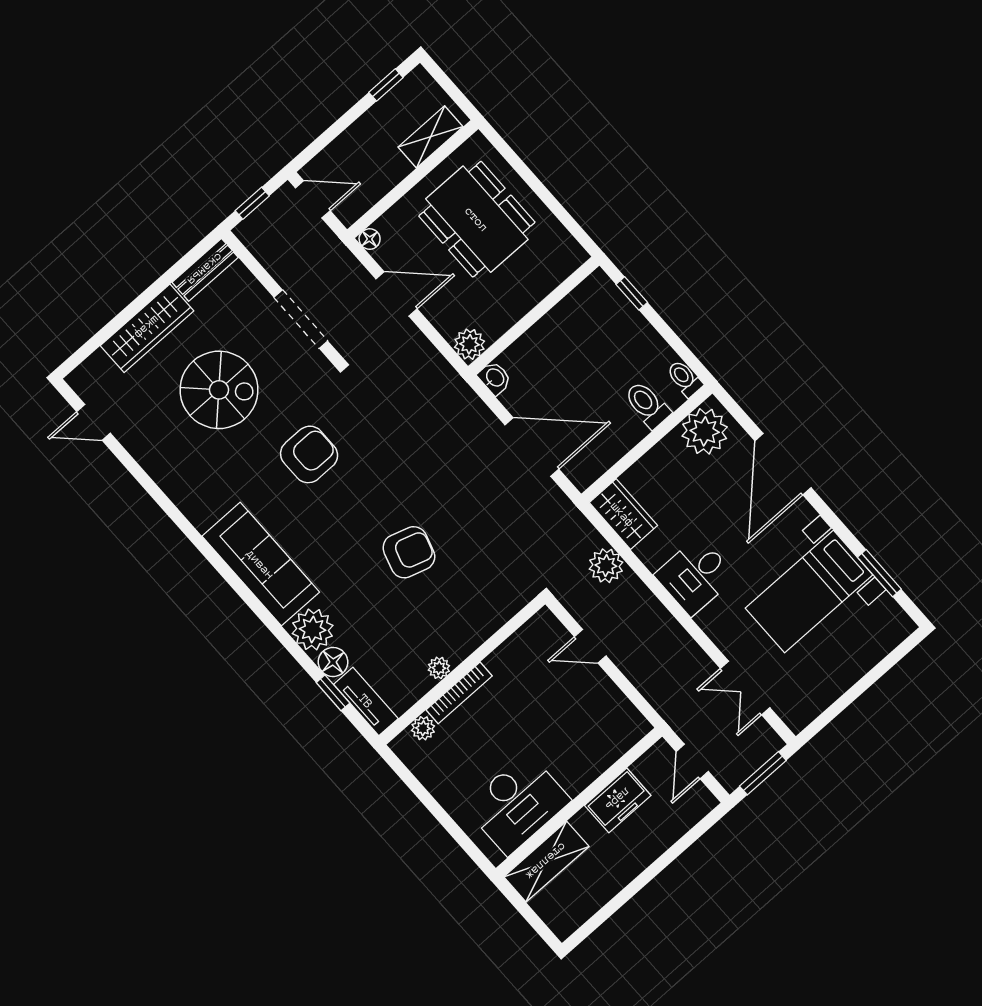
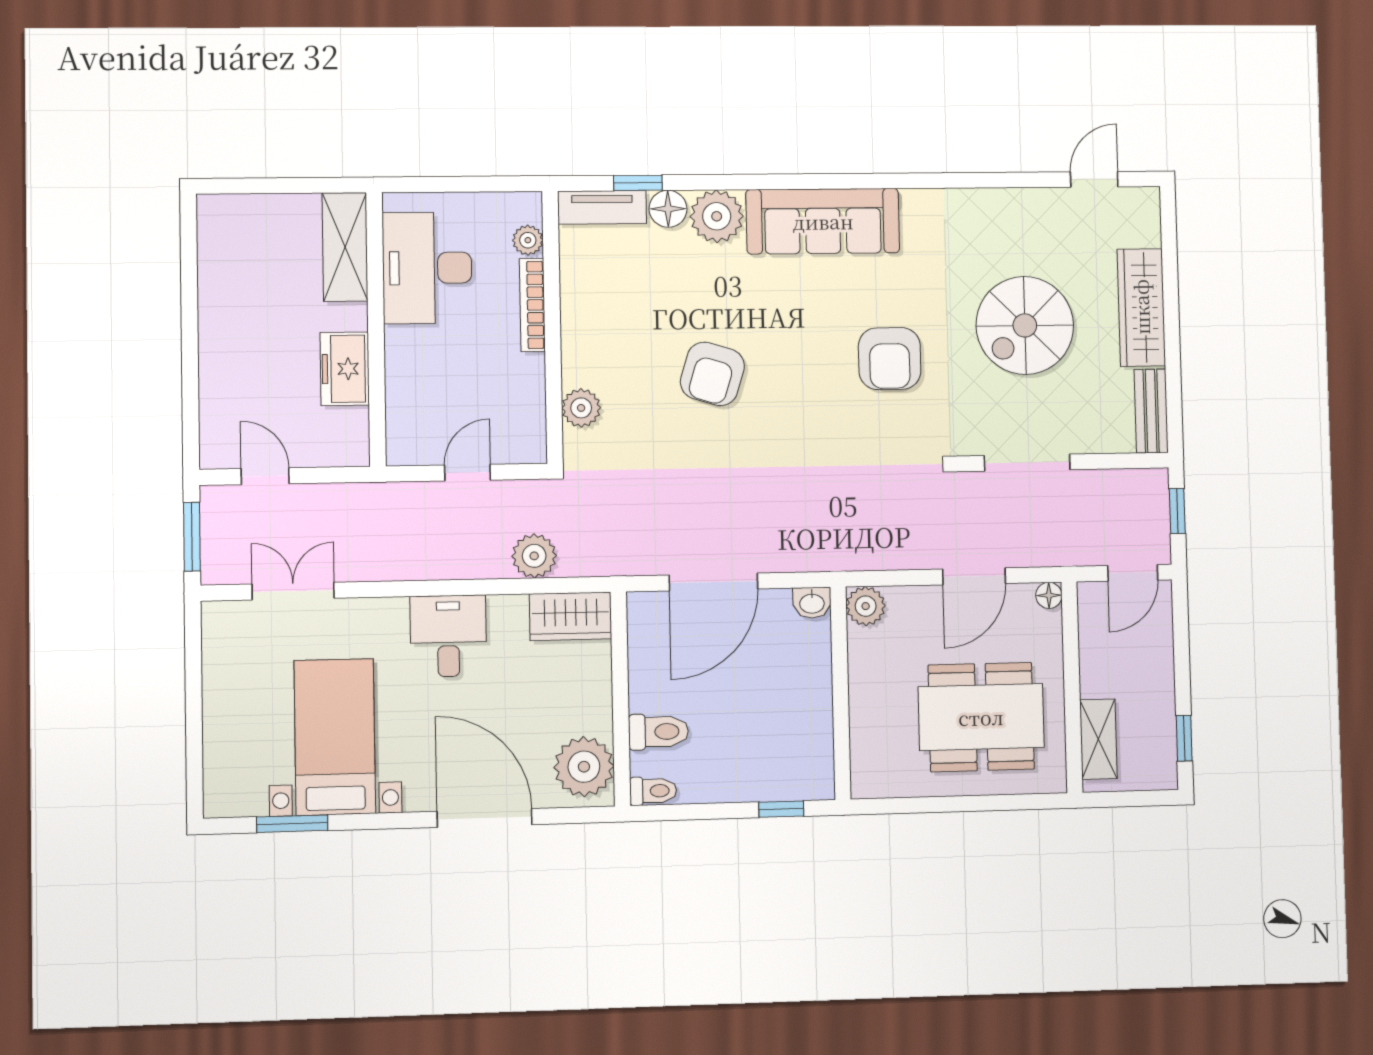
plant: (439, 668) -> (581, 408), moved, width x1.38, depth x1.38
freezer: (618, 800) -> (345, 369), moved
wall: (579, 802) -> (376, 329), moved
desk: (517, 804) -> (427, 268), moved
shelving: (546, 862) -> (345, 247), moved

